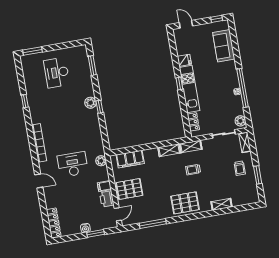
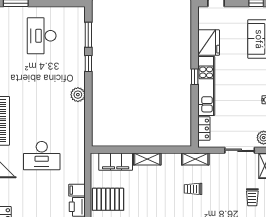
fridge: (184, 60) -> (209, 43), width x1.88, depth x1.34
plant: (90, 103) -> (78, 95), moved
window: (99, 107) -> (88, 63), moved
shelving: (169, 150) -> (147, 159), moved
plant: (101, 161) -> (78, 157), removed
desk: (73, 164) -> (42, 156), turned 180

